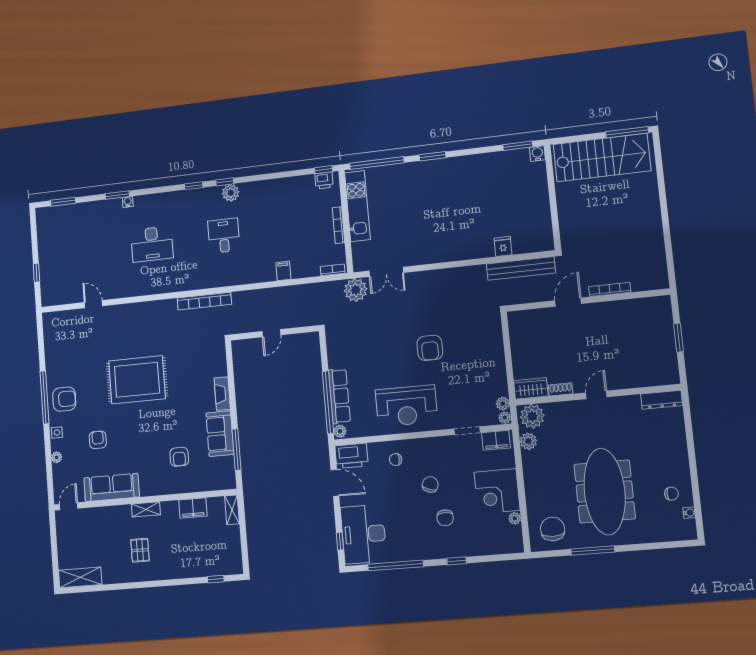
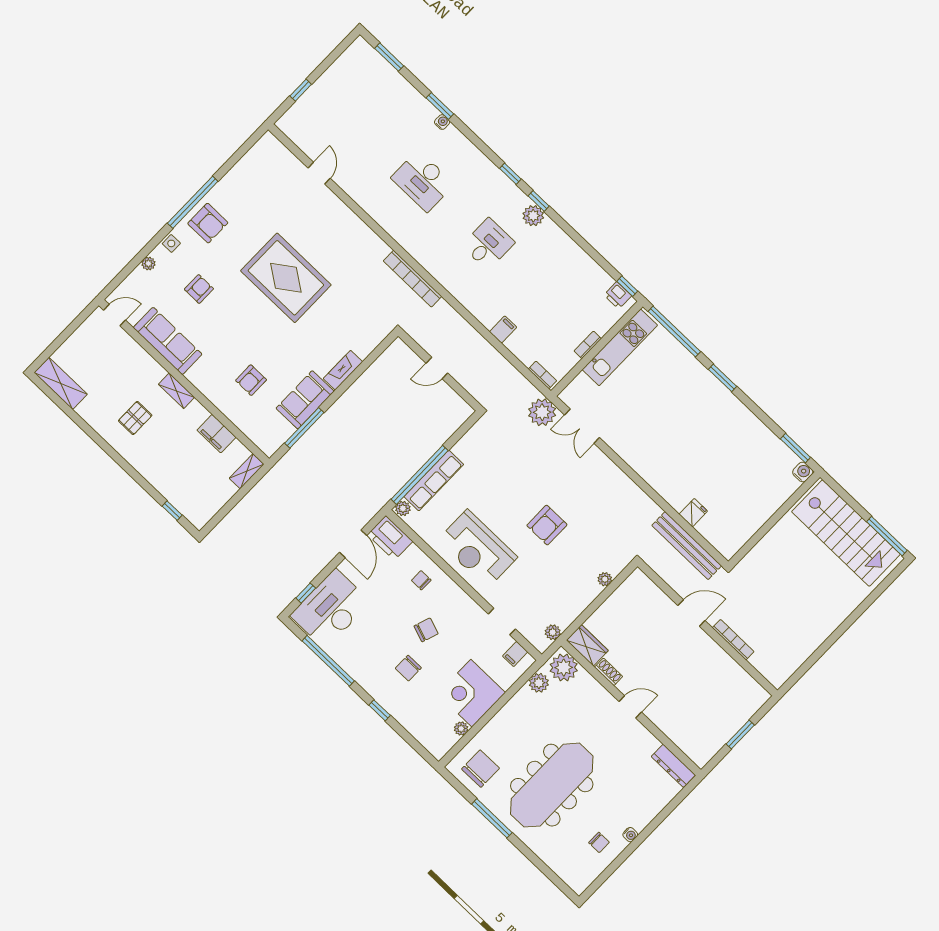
bookcase: (338, 225) -> (588, 345), width x0.64
plant: (505, 418) -> (605, 579), moved
filing cabinet: (496, 440) -> (515, 654), width x0.50
water cooler: (689, 513) -> (630, 835), moved

